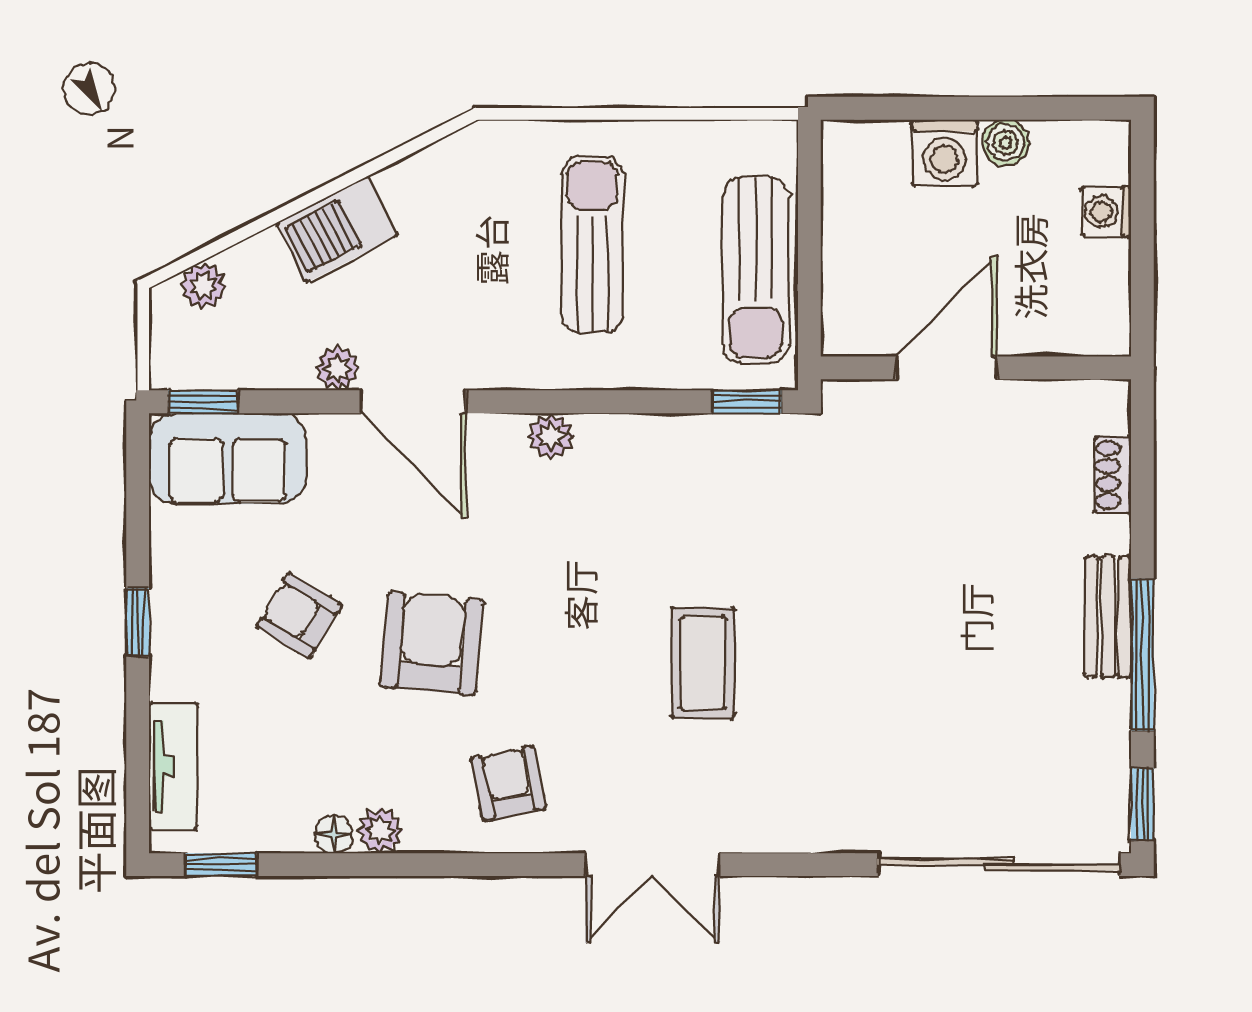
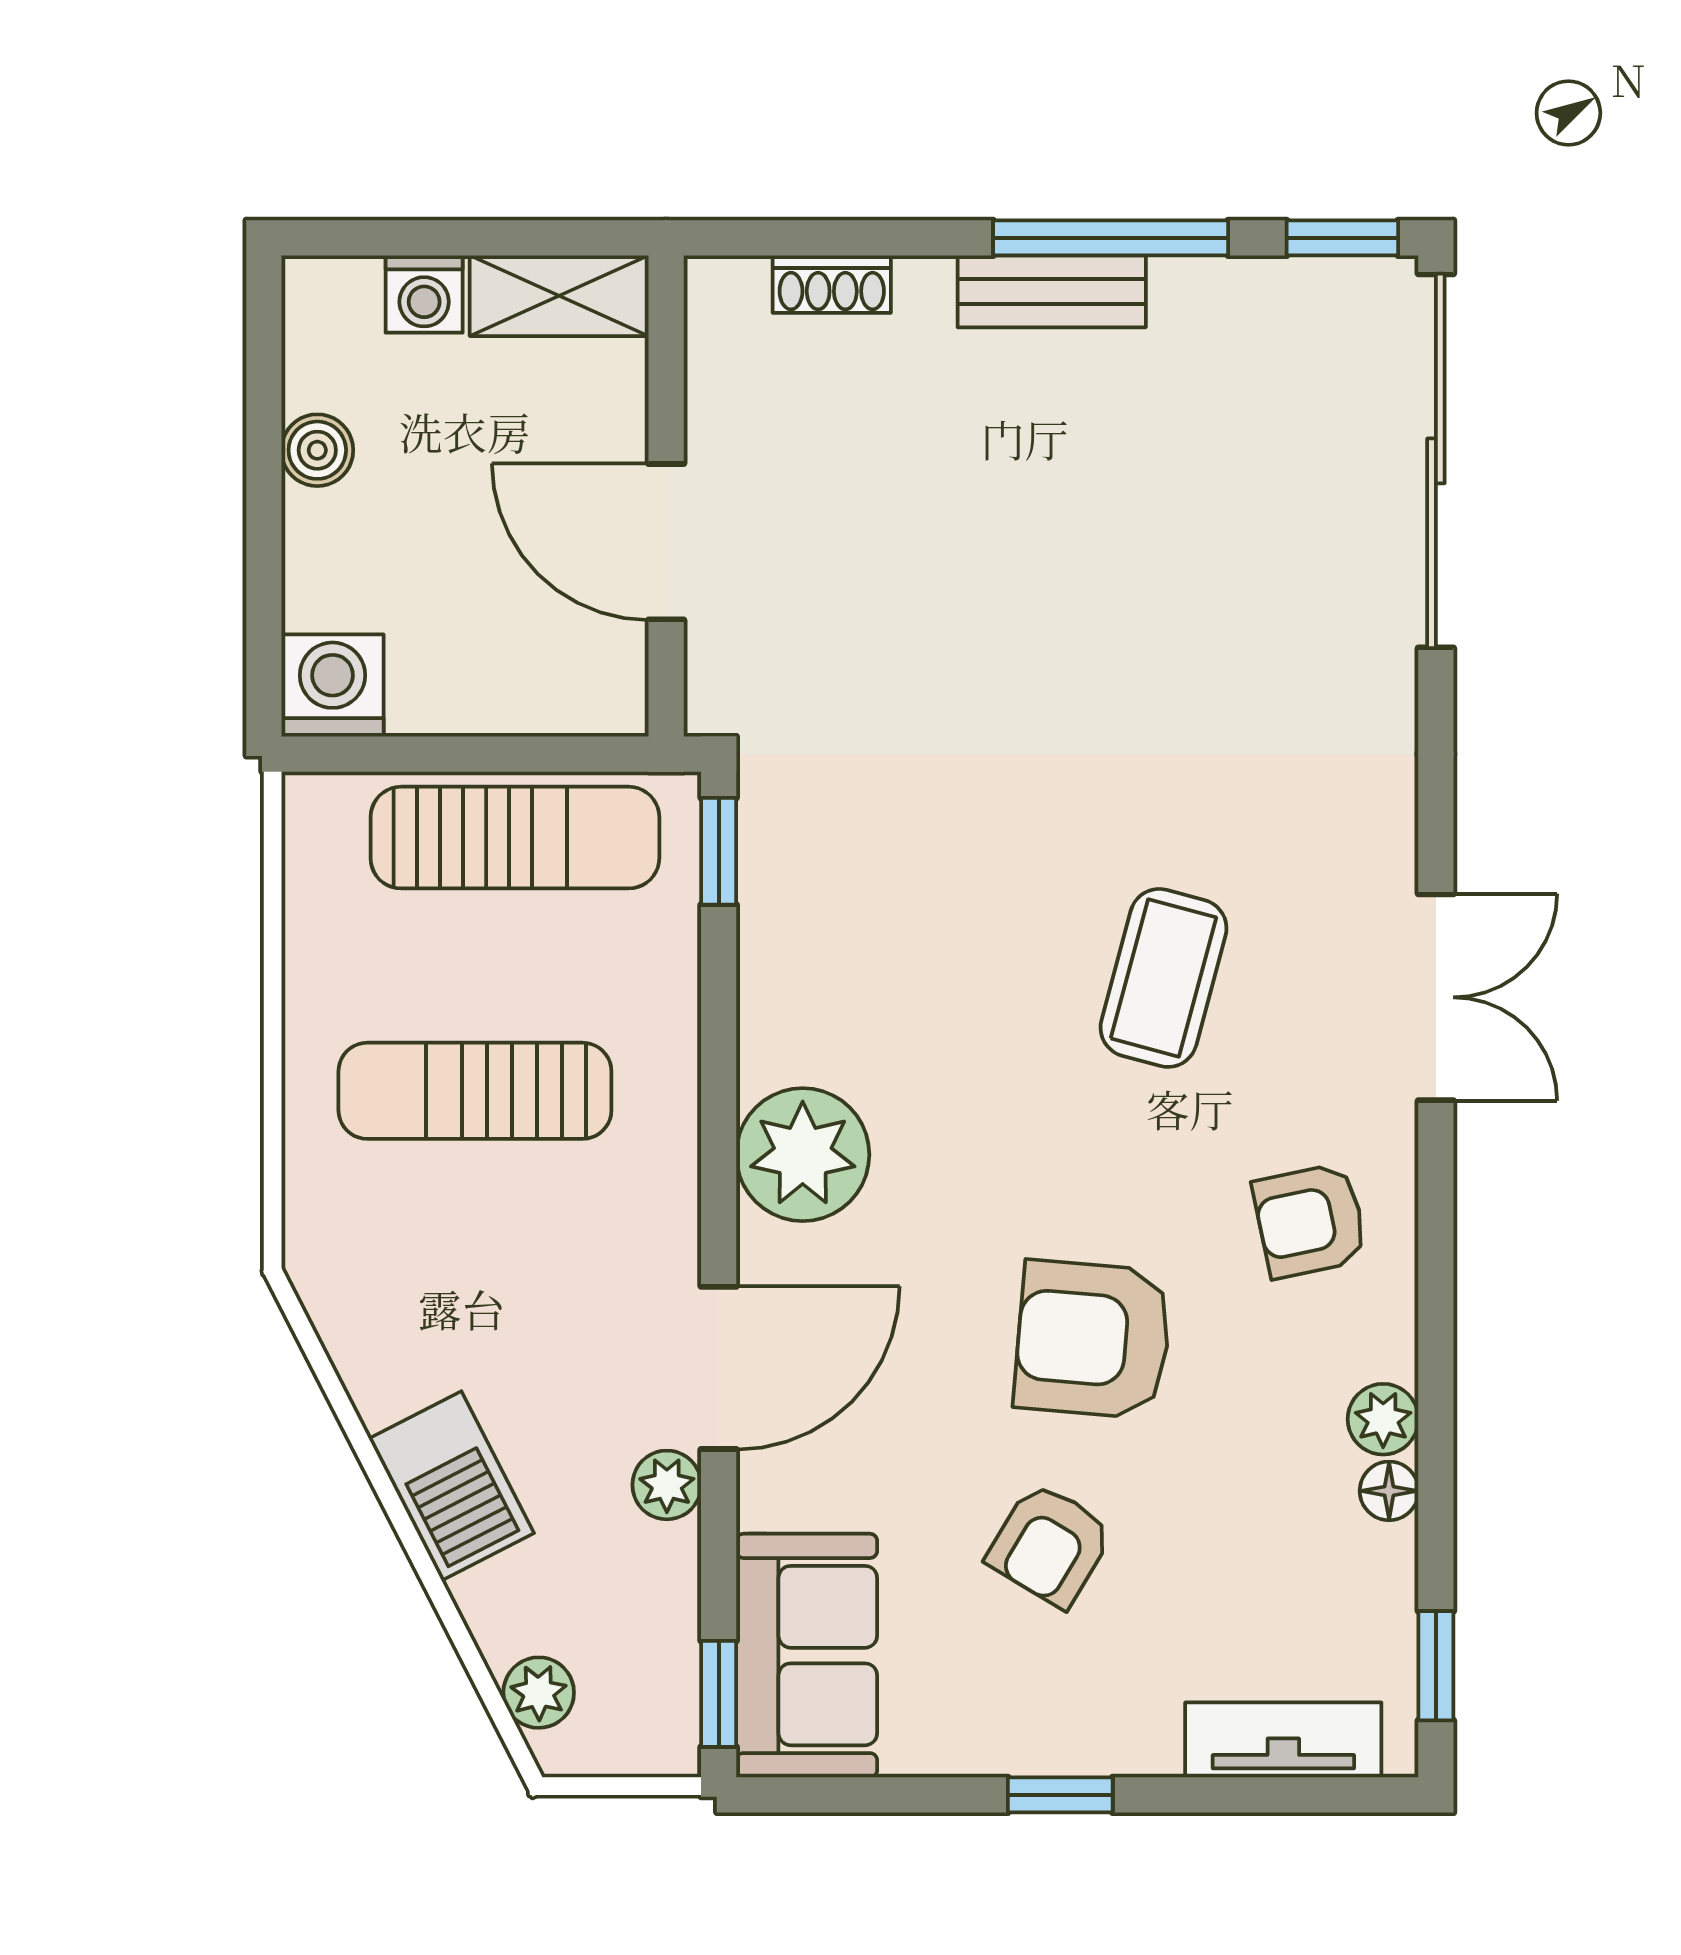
washing machine: (945, 153) -> (332, 685), moved, turned -90
shelving: (1105, 299) -> (559, 296), added
plant: (551, 436) -> (803, 1155), width x1.87, depth x1.87
coffee table: (703, 663) -> (1164, 978), moved, turned -75

